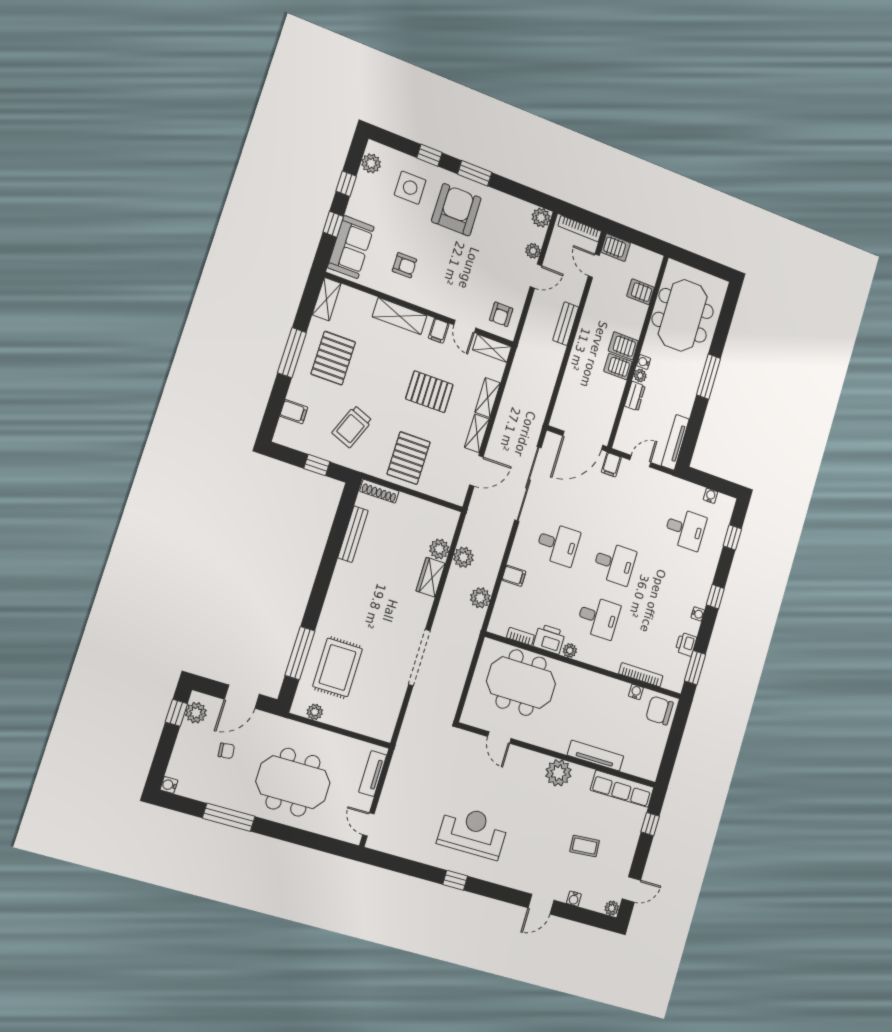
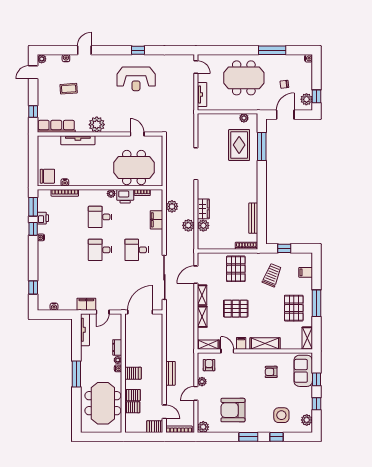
armchair: (456, 210) -> (233, 410), moved, turned 90
plant: (533, 251) -> (202, 382), moved
server rack: (618, 366) -> (132, 395), moved
filing cabinet: (611, 465) -> (86, 304), moved, width x2.00
desk: (685, 529) -> (64, 283), removed
filing cabinet: (514, 576) -> (157, 220), width x2.00
window: (715, 597) -> (33, 229), moved

